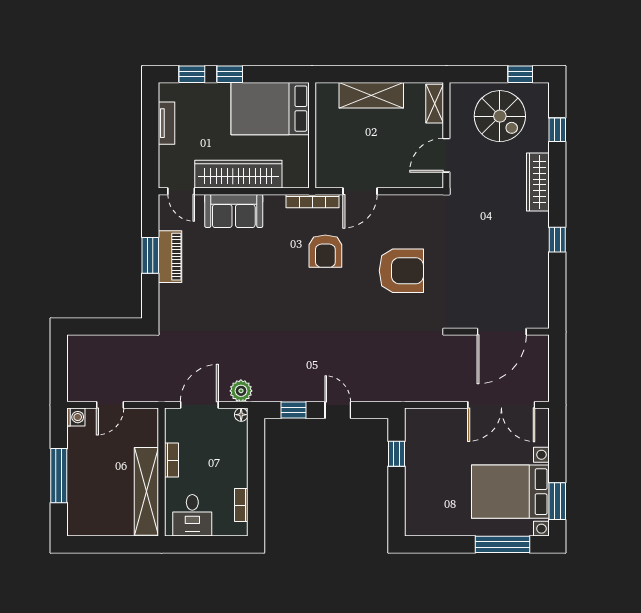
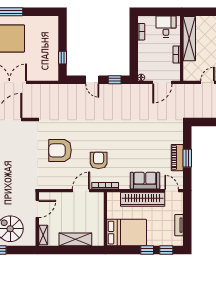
plant: (241, 391) -> (141, 90), removed

